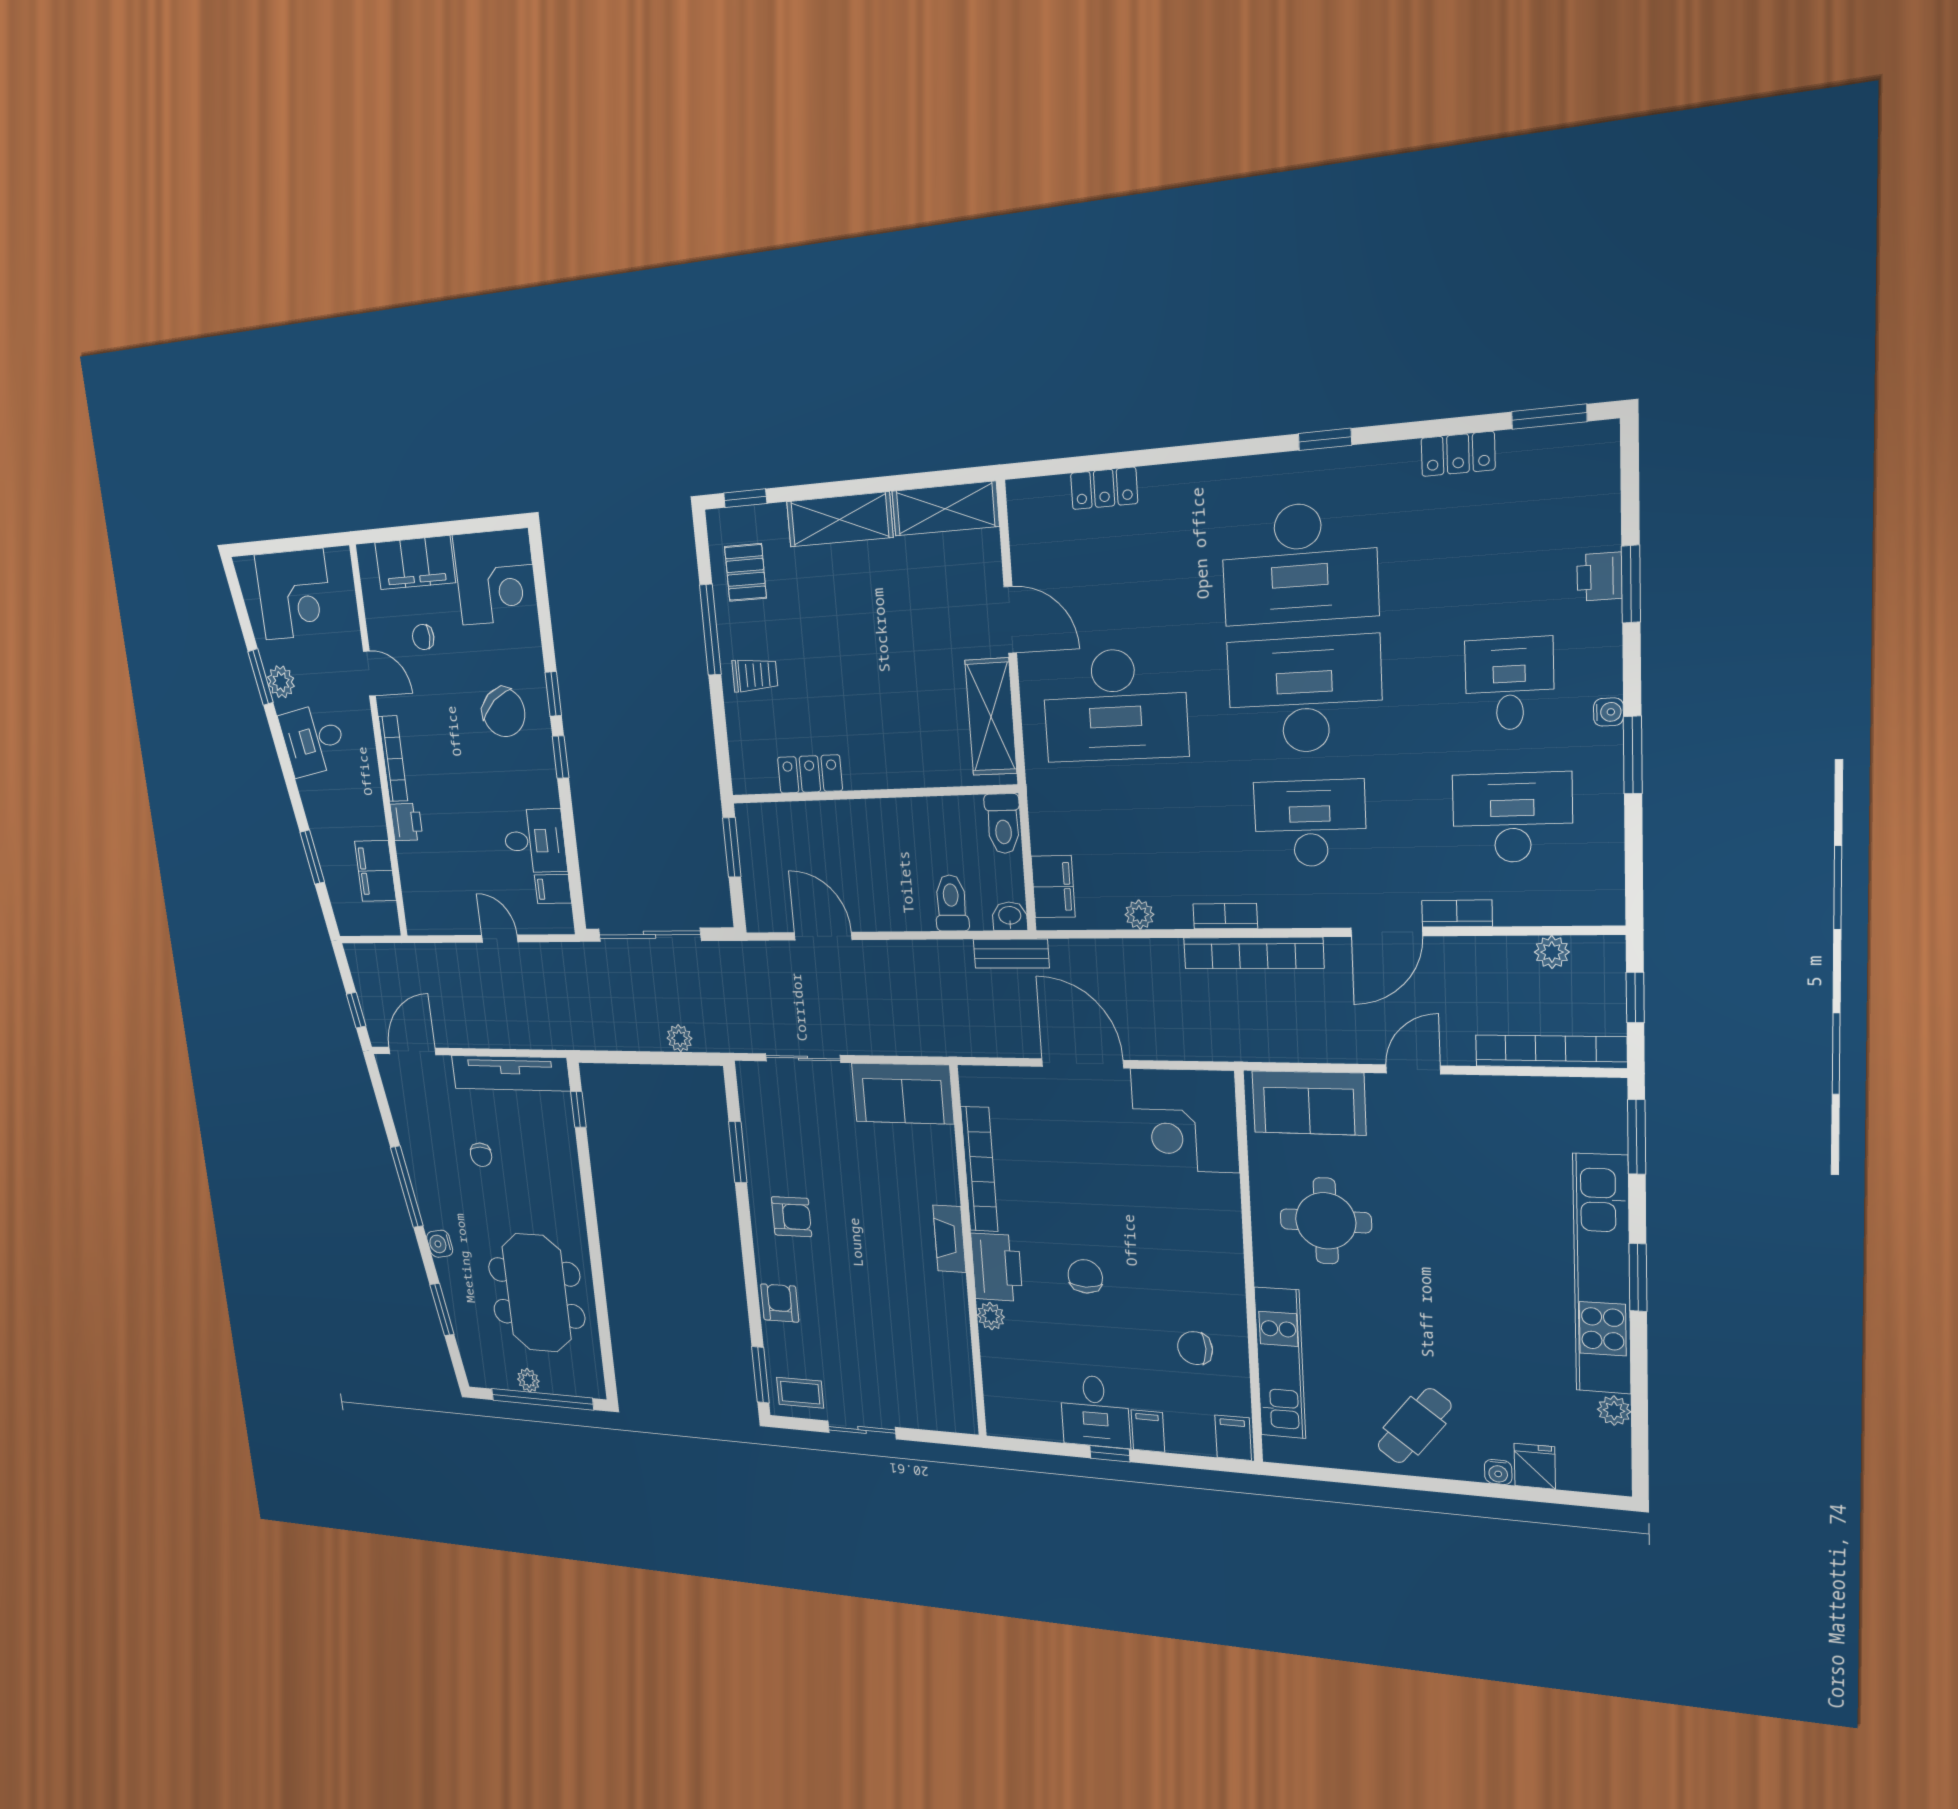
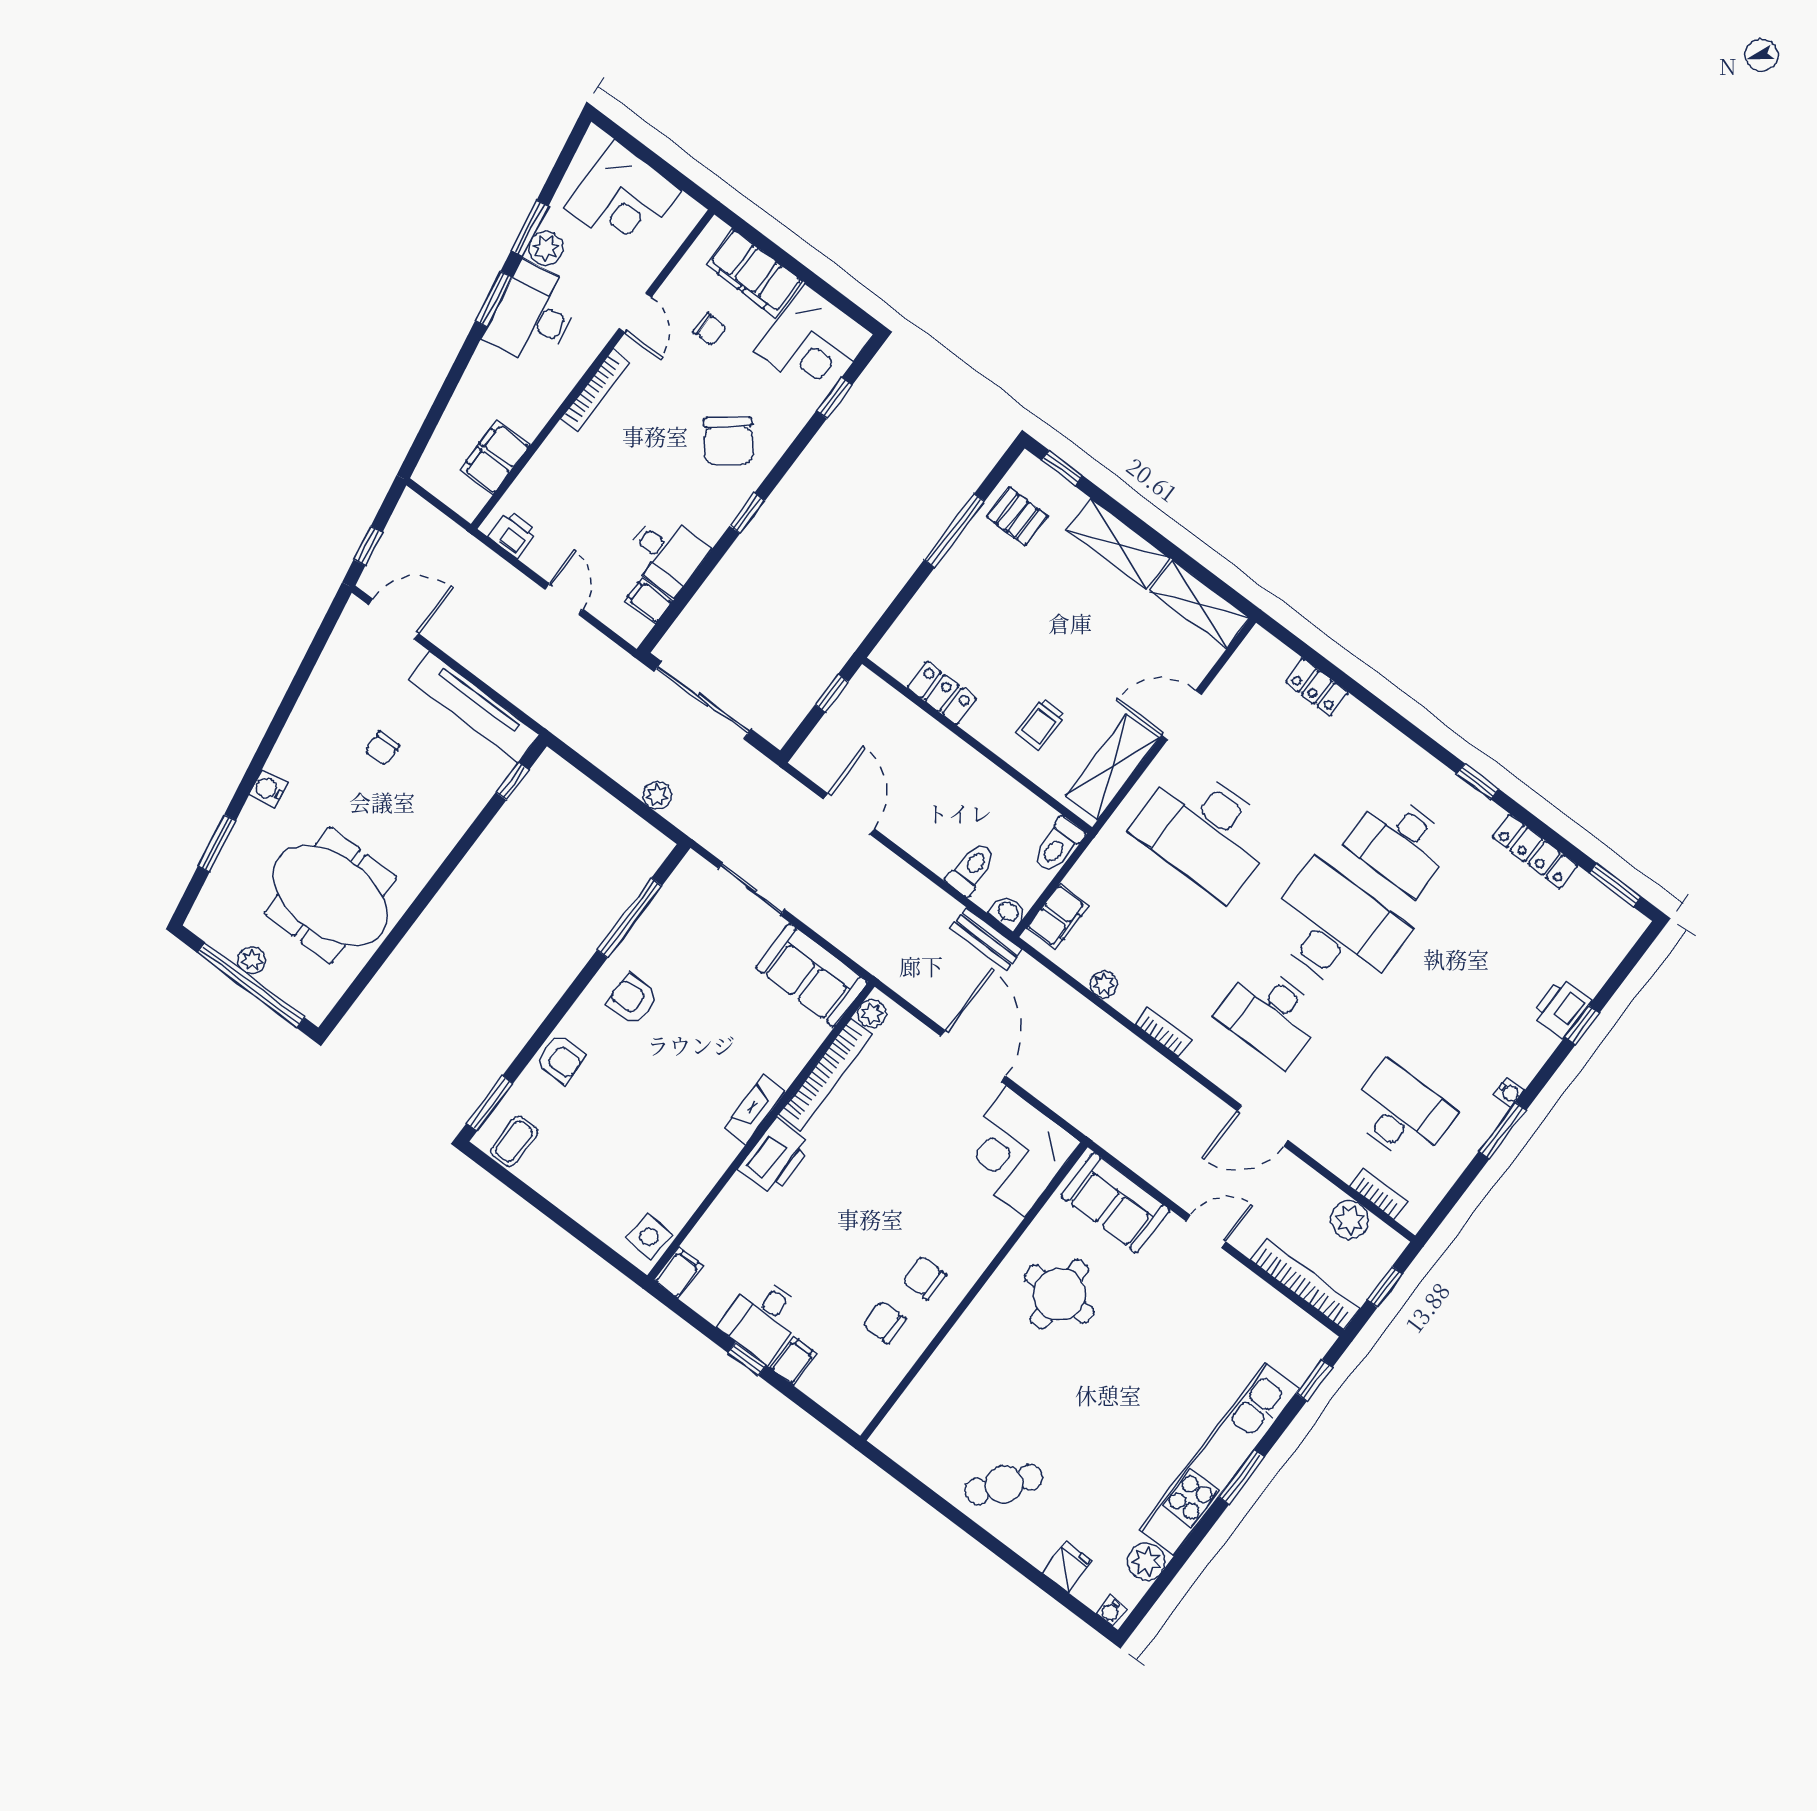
locker: (1458, 454) -> (1535, 851), width x1.53
desk: (1299, 563) -> (1400, 843), width x0.73, depth x0.77
pallet: (746, 572) -> (1017, 516), turned 90
printer: (1599, 577) -> (1561, 1008), width x1.36, depth x1.24
window: (1631, 584) -> (1582, 1025), width x0.67
door: (1010, 620) -> (1182, 715), swing flipped
chair: (423, 637) -> (710, 329), turned 180
trolley: (755, 675) -> (1041, 724), moved, turned 90
desk: (1509, 684) -> (1466, 1027), removed
window: (553, 694) -> (834, 398), moved
desk: (313, 740) -> (533, 315), width x1.37
printer: (406, 822) -> (513, 534), moved, turned -90
desk: (1310, 823) -> (1271, 1015), turned 180
window: (732, 847) -> (832, 693), width x0.67
window: (312, 857) -> (494, 299), moved
bookcase: (1457, 913) -> (1378, 1194), moved
plant: (1552, 952) -> (1350, 1220), width x1.38, depth x1.38
bookcase: (1253, 953) -> (1162, 1072), removed
window: (1637, 1137) -> (1314, 1380), width x0.67
window: (738, 1152) -> (630, 918), width x1.44
window: (407, 1187) -> (280, 720), removed
armchair: (792, 1217) -> (632, 1000), turned 180
chair: (1085, 1276) -> (924, 1278), moved, turned -90
meeting table: (537, 1293) -> (330, 895), turned 90
armchair: (780, 1303) -> (560, 1059), turned 90
plant: (991, 1316) -> (872, 1013), moved
kitchen unit: (1280, 1363) -> (941, 1375), removed
coffee table: (800, 1393) -> (514, 1141), turned 90
side table: (955, 1402) -> (649, 1237), added
plant: (1614, 1411) -> (1146, 1562), width x1.38, depth x1.38
sliding door: (862, 1430) -> (545, 1207), removed
filing cabinet: (1233, 1438) -> (679, 1273), moved
water cooler: (1498, 1472) -> (1111, 1611), moved

